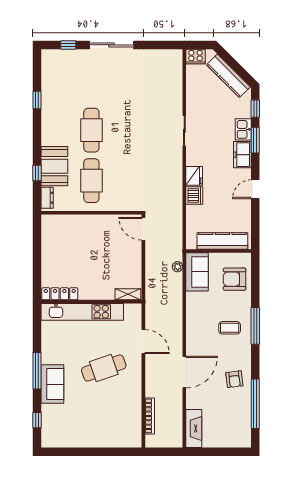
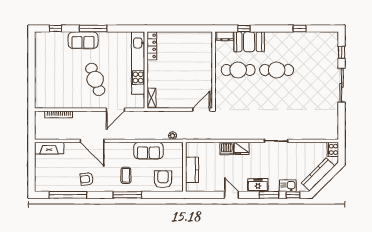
kitchen sink: (243, 129) -> (288, 186), moved
kitchen counter: (222, 241) -> (192, 170), width x0.67
sofa: (197, 272) -> (148, 151), moved

